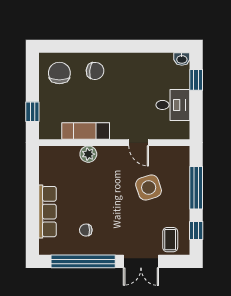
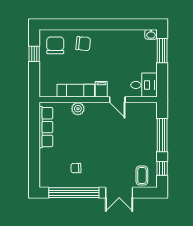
window: (196, 80) -> (162, 51), width x1.50
desk: (173, 105) -> (144, 85), moved
window: (32, 112) -> (34, 54), moved
filing cabinet: (118, 129) -> (101, 89), added
side table: (149, 187) -> (125, 135), removed
row of seats: (47, 212) -> (46, 127), moved

